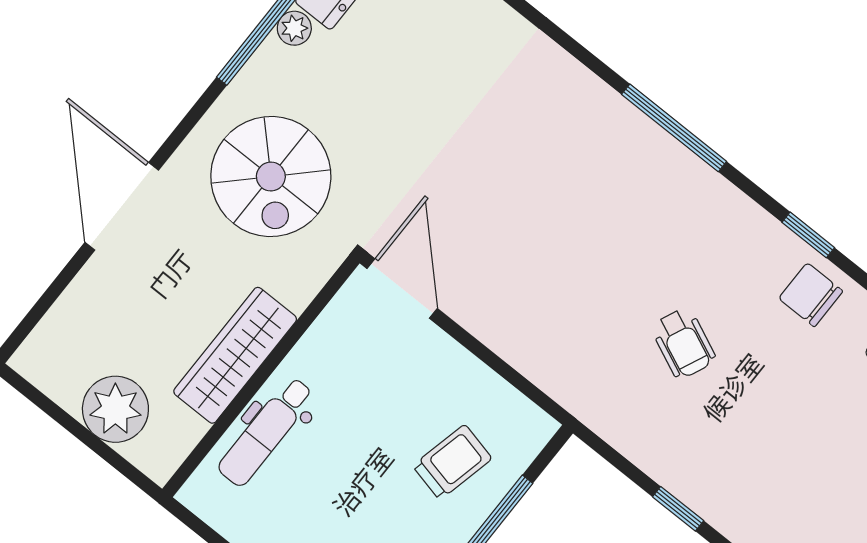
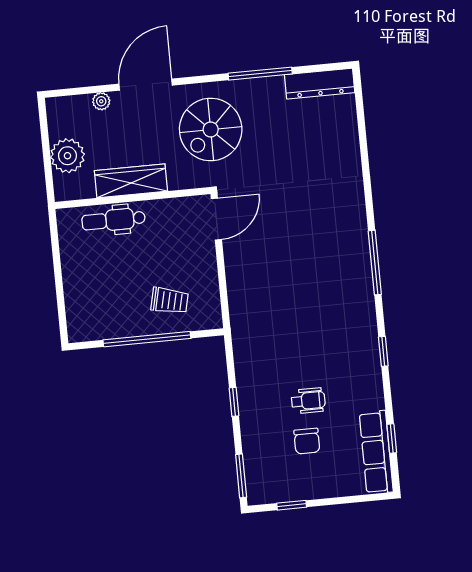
plant: (294, 28) -> (101, 101), moved
chair: (811, 295) -> (307, 441), moved, turned 180
wheelchair: (683, 343) -> (308, 401), moved, turned -114

